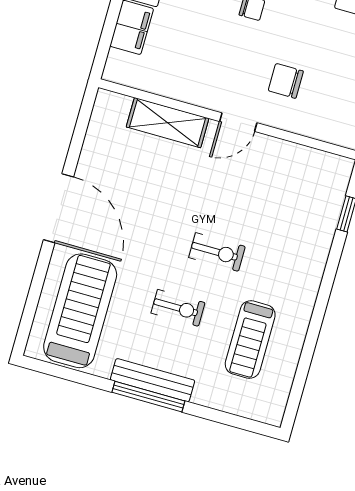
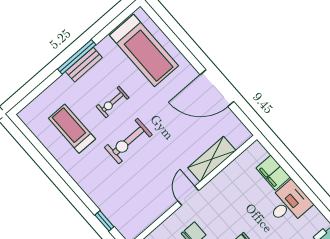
door: (58, 208) -> (217, 88), moved
exercise bike: (217, 252) -> (128, 141), width x1.38, depth x1.39
bench: (153, 380) -> (84, 65), width x0.73

